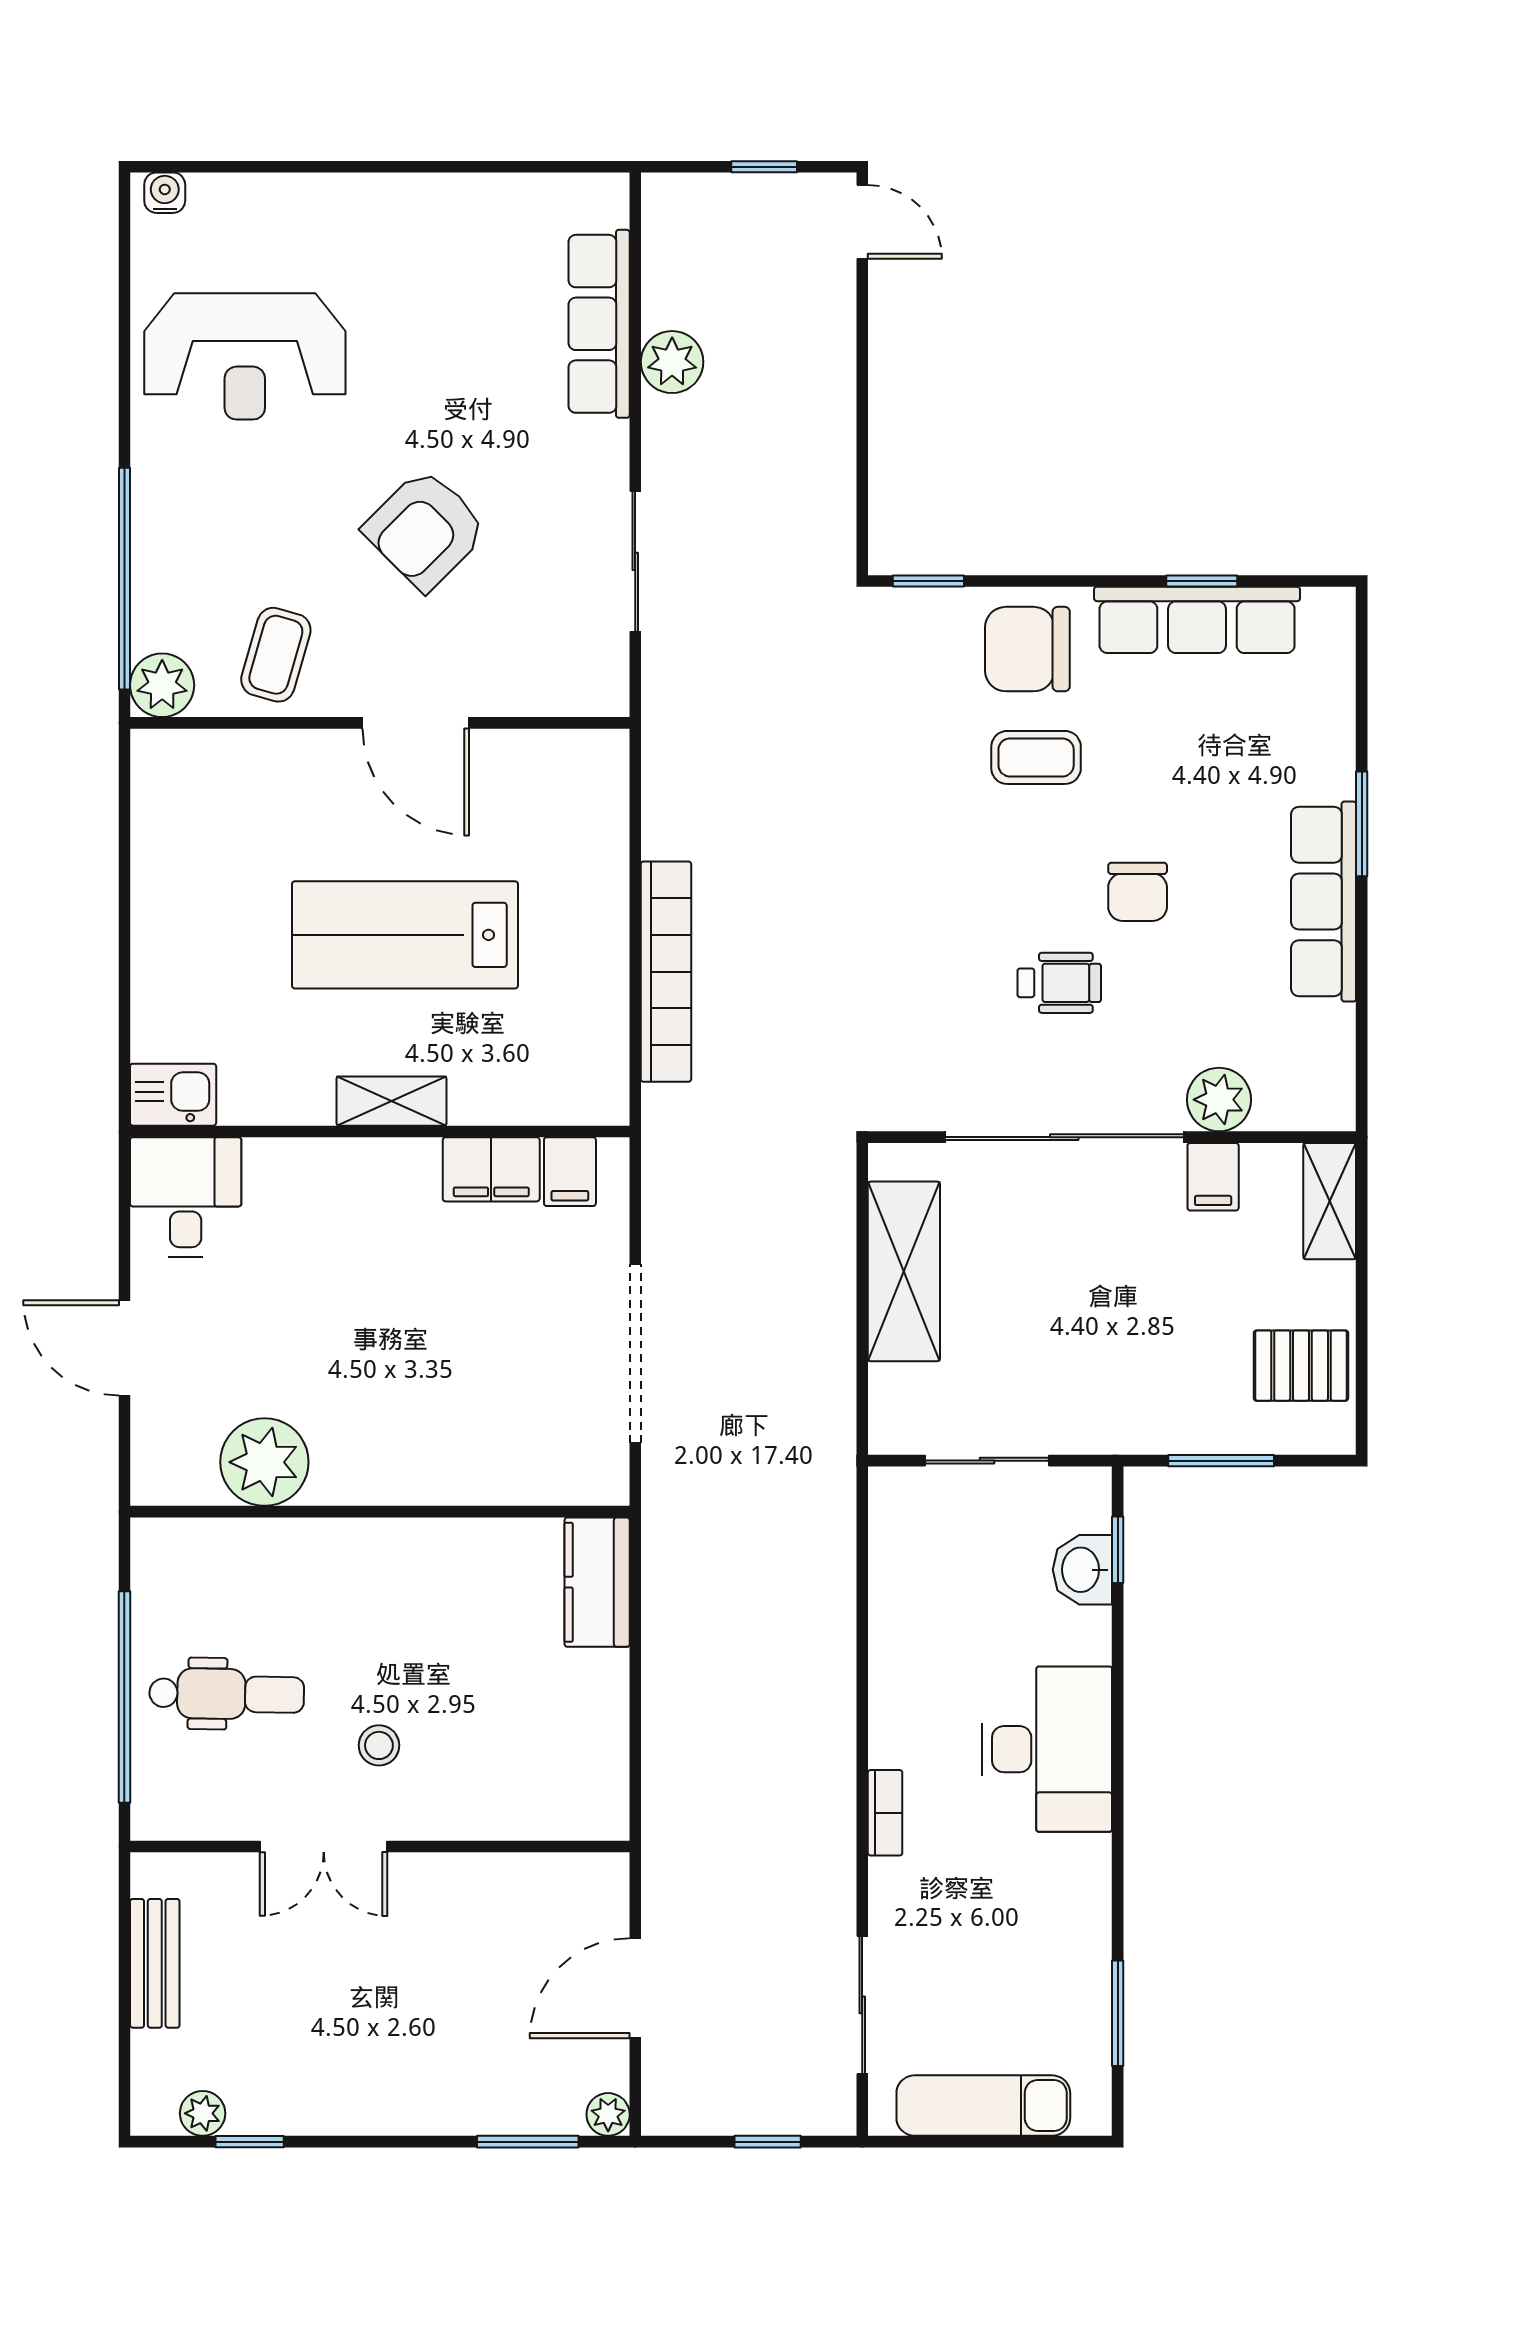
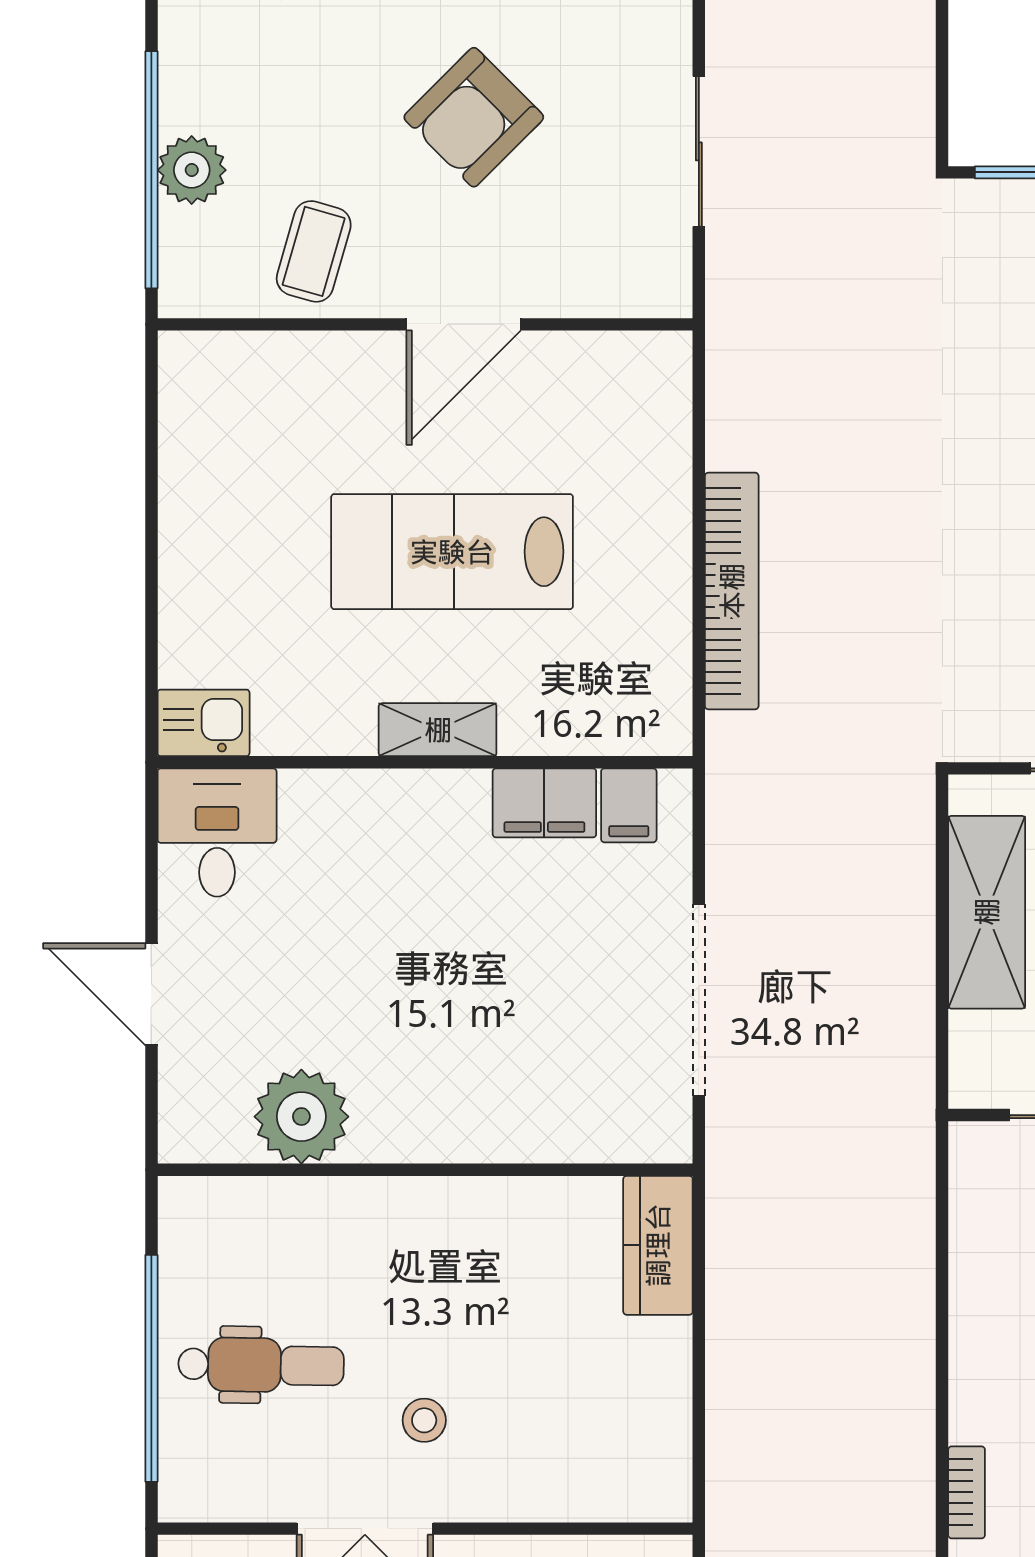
plant: (162, 685) -> (192, 170), moved
door: (416, 723) -> (464, 324), hinge flipped

